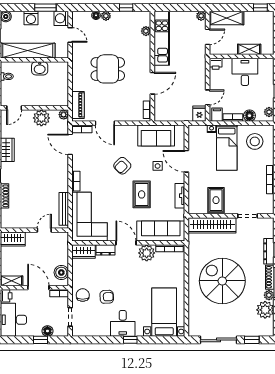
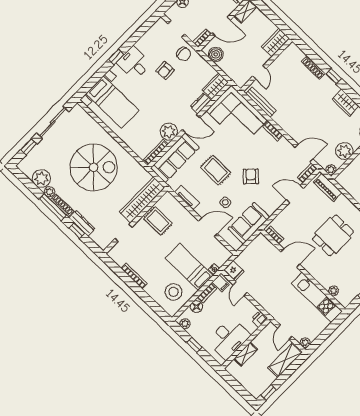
desk: (245, 72) -> (229, 338), width x1.37
door: (152, 83) -> (290, 258), swing flipped

